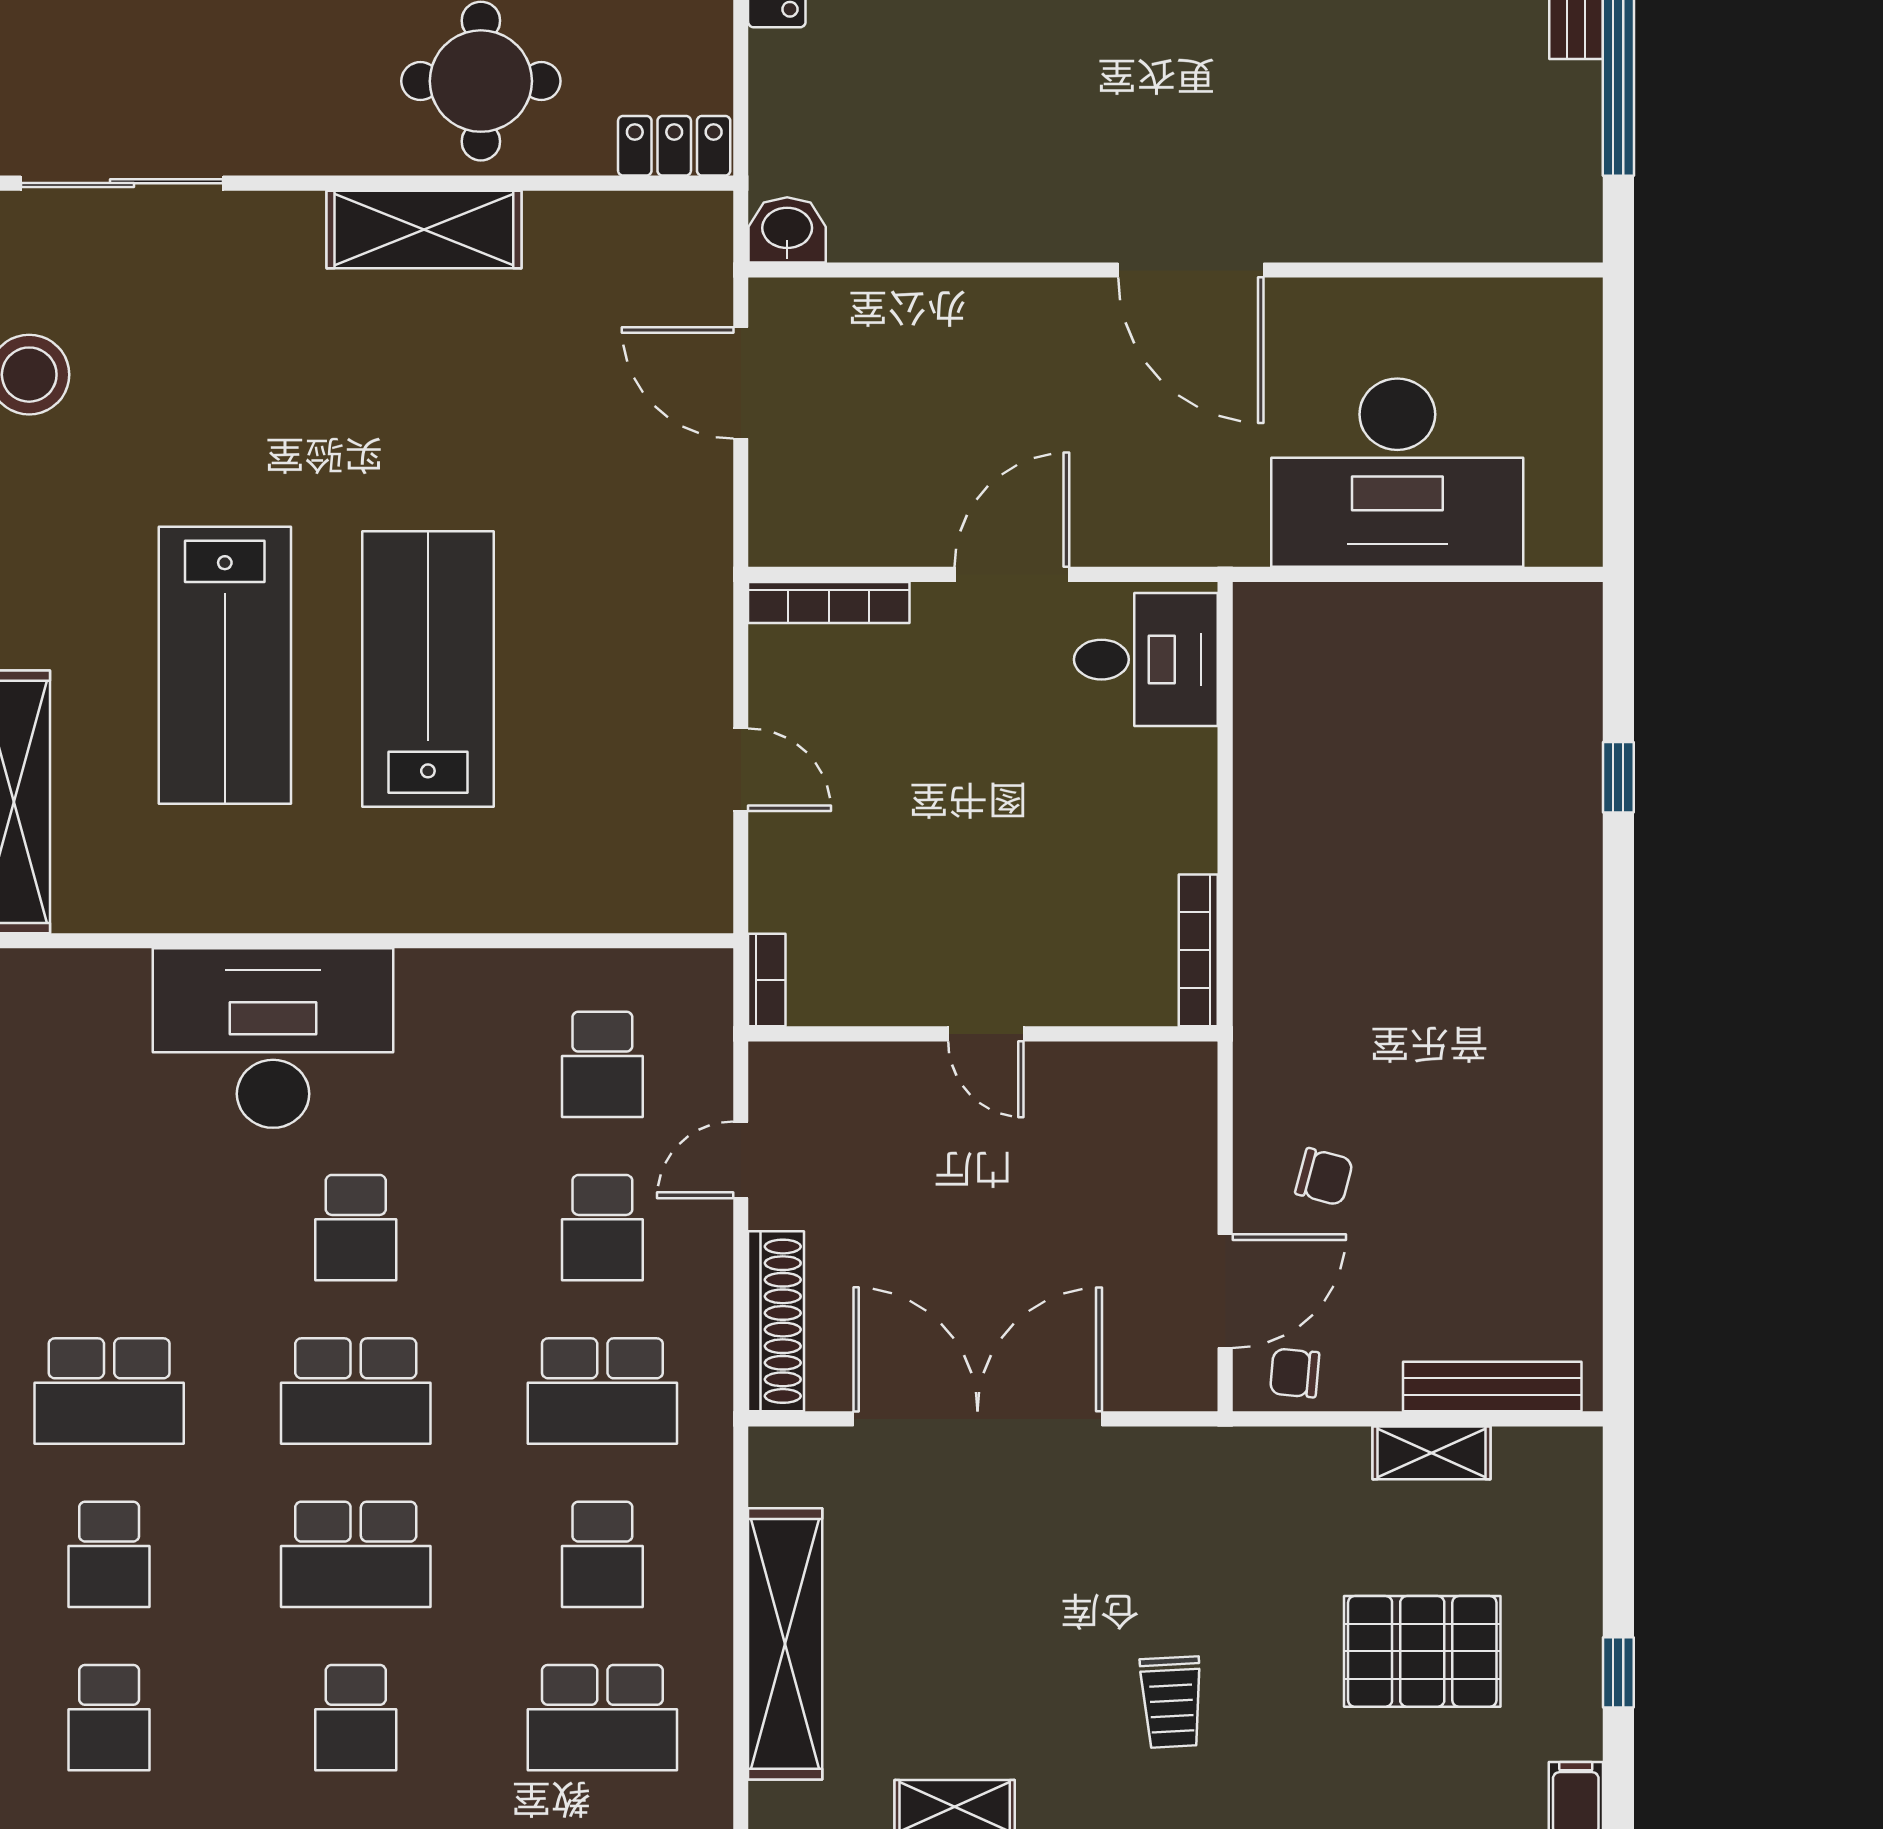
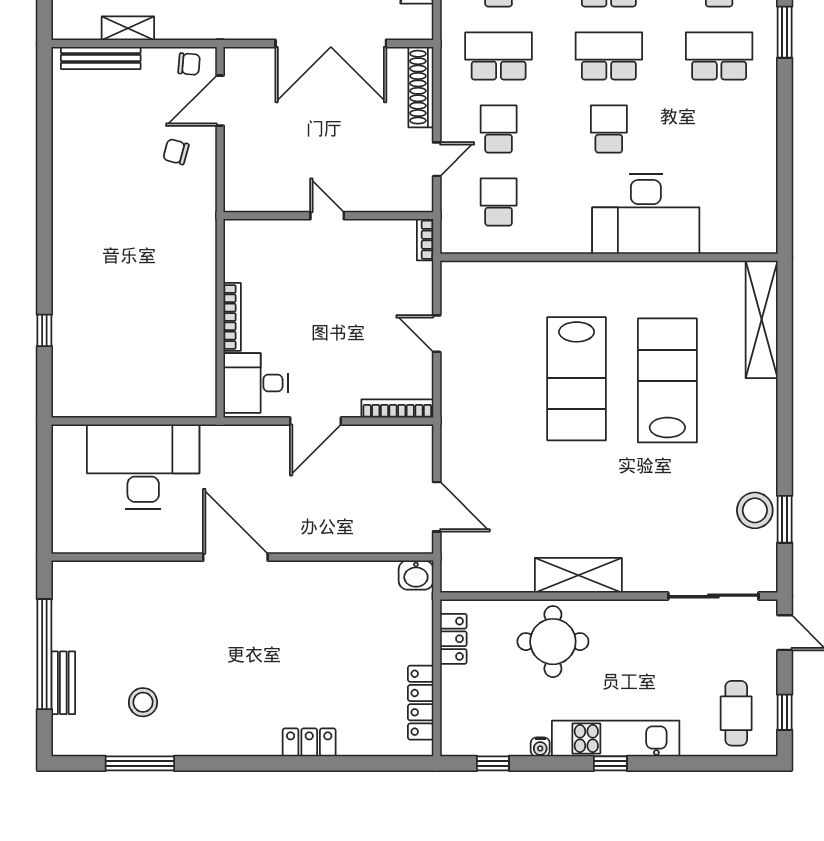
locker: (674, 146) -> (453, 639), moved, turned -90
bookcase: (1198, 950) -> (232, 317), moved

